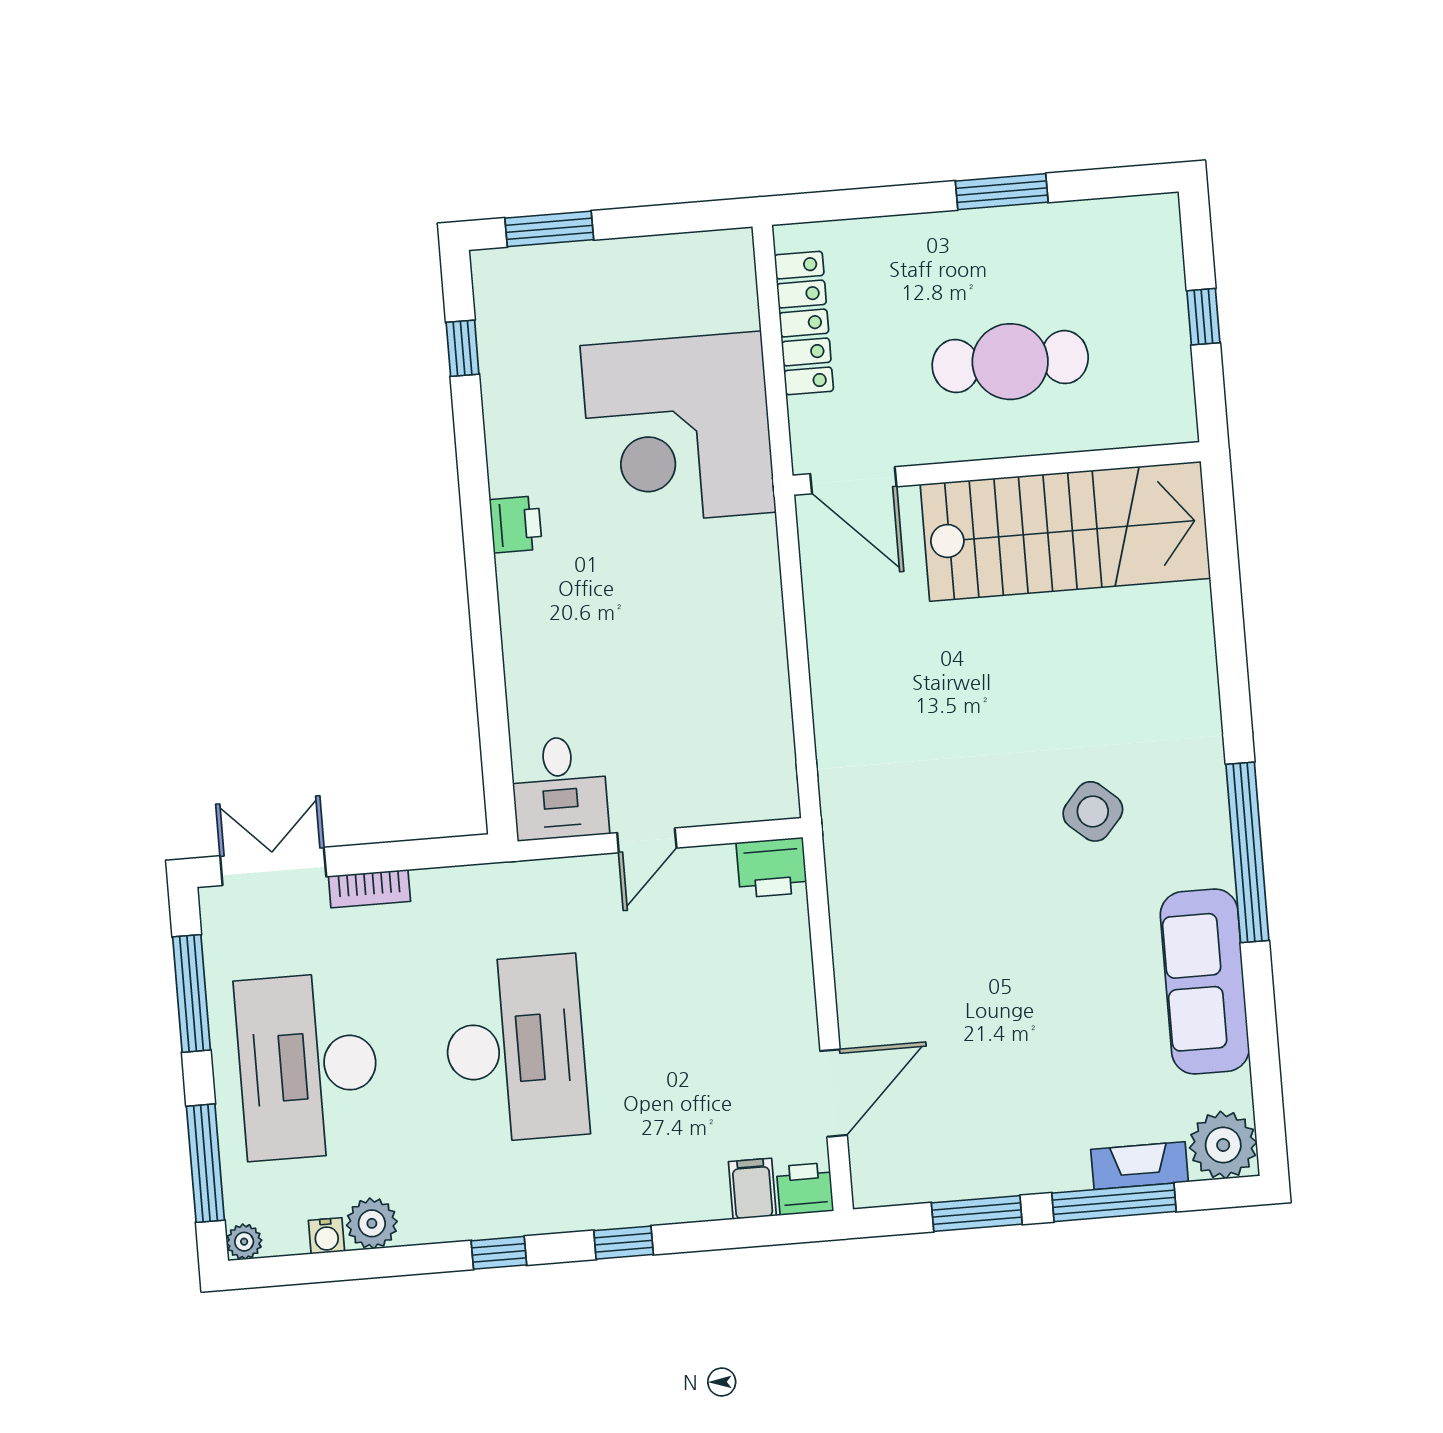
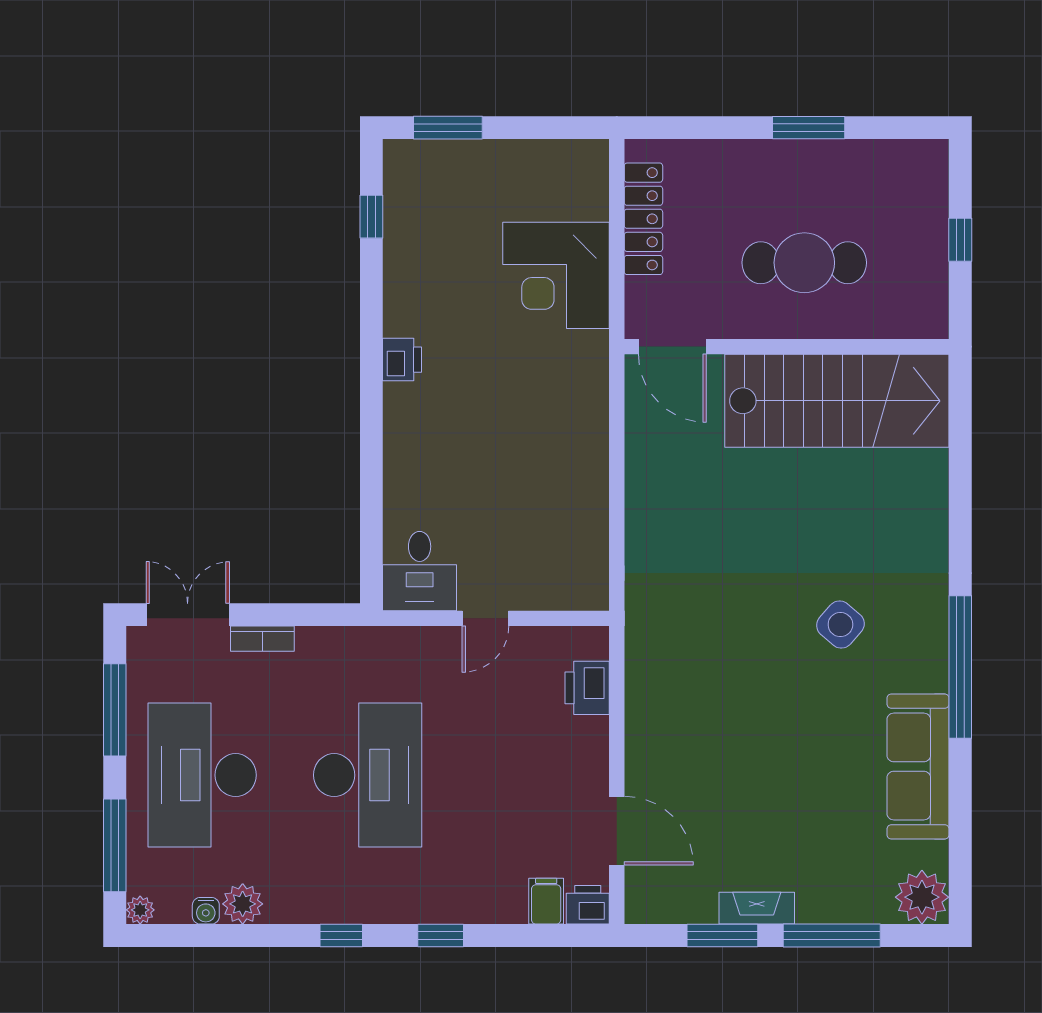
corner desk: (678, 429) -> (556, 275), width x0.74, depth x0.74
printer: (772, 868) -> (587, 688), moved, turned 90
door: (834, 1093) -> (617, 831), hinge flipped
fireplace: (1140, 1166) -> (757, 908), moved

